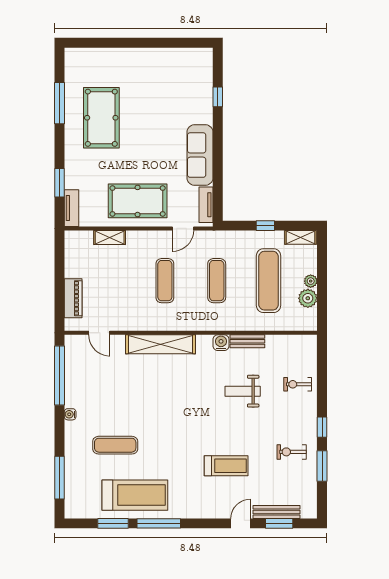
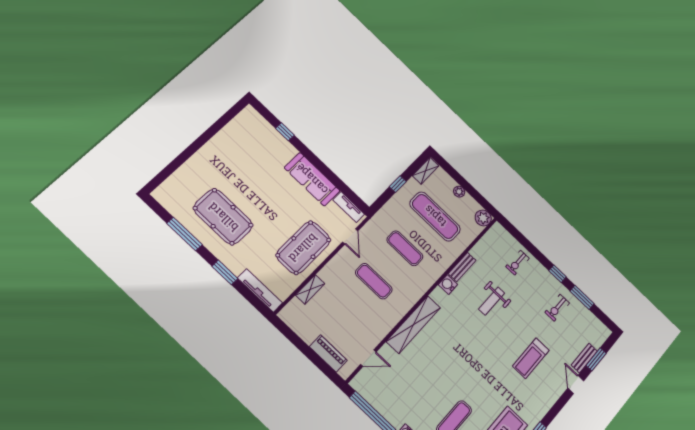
window: (60, 183) -> (225, 272), moved
tv unit: (71, 208) -> (260, 290), width x1.41
plant: (308, 298) -> (483, 218), moved
treadmill: (226, 466) -> (531, 358), turned 180
bench: (277, 512) -> (584, 358), width x0.73

